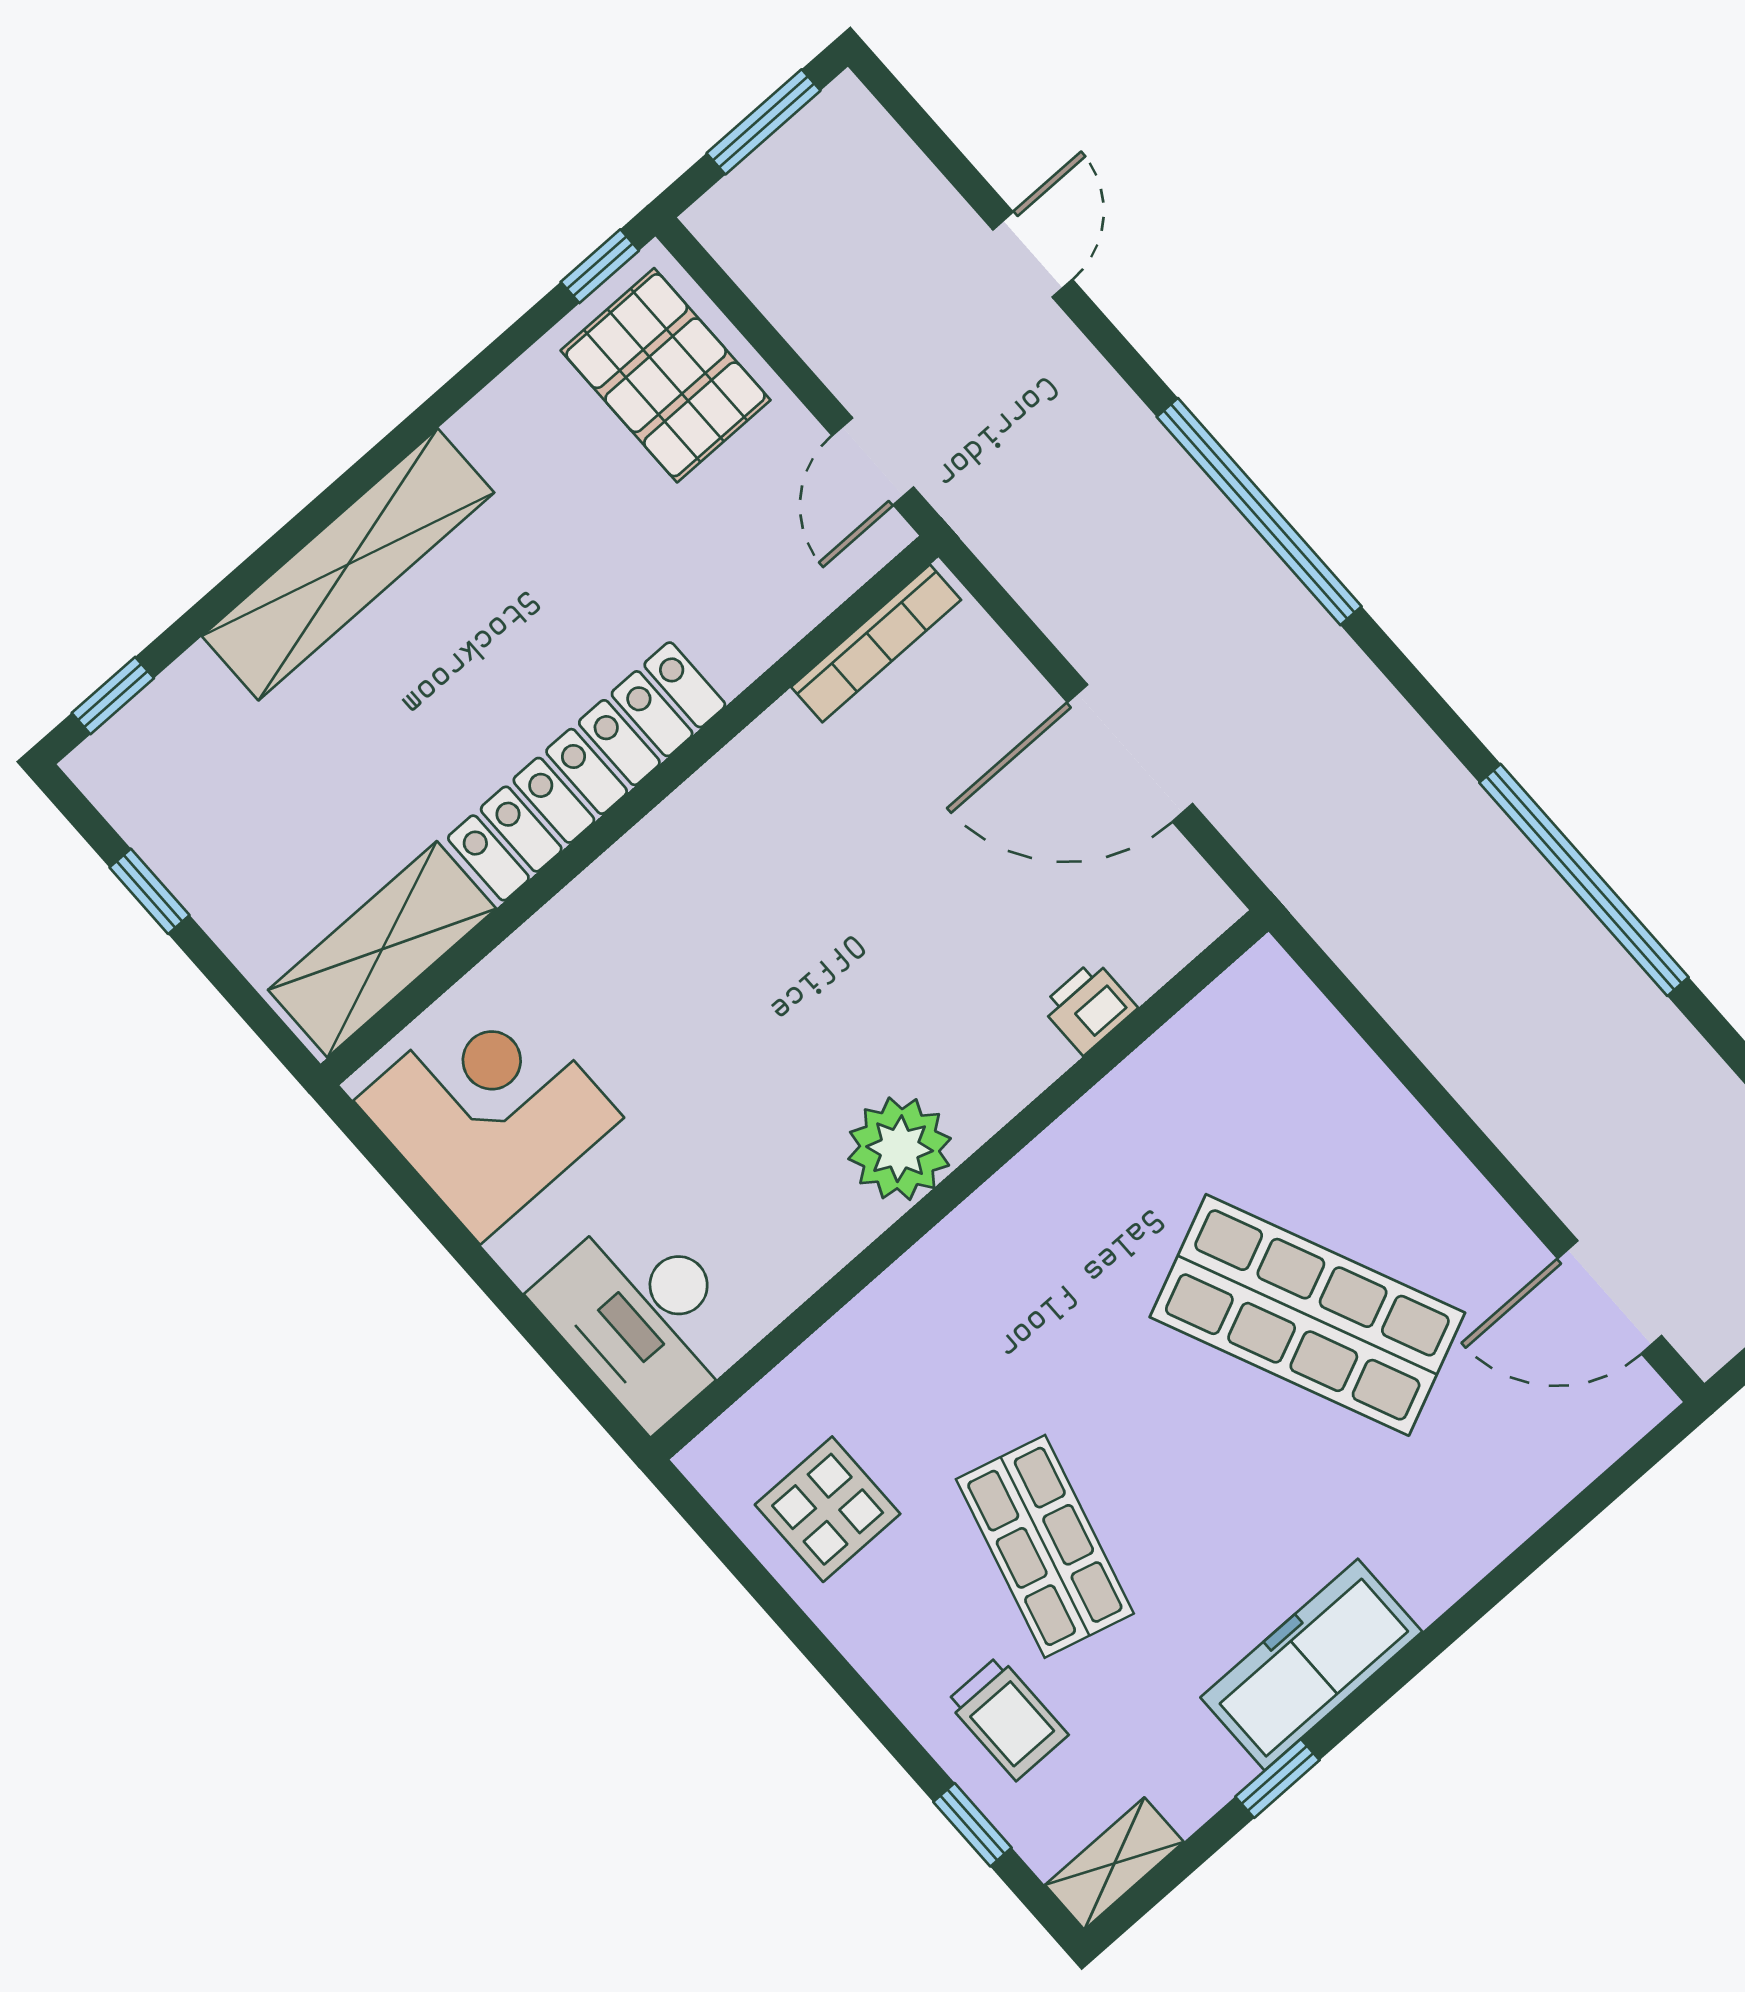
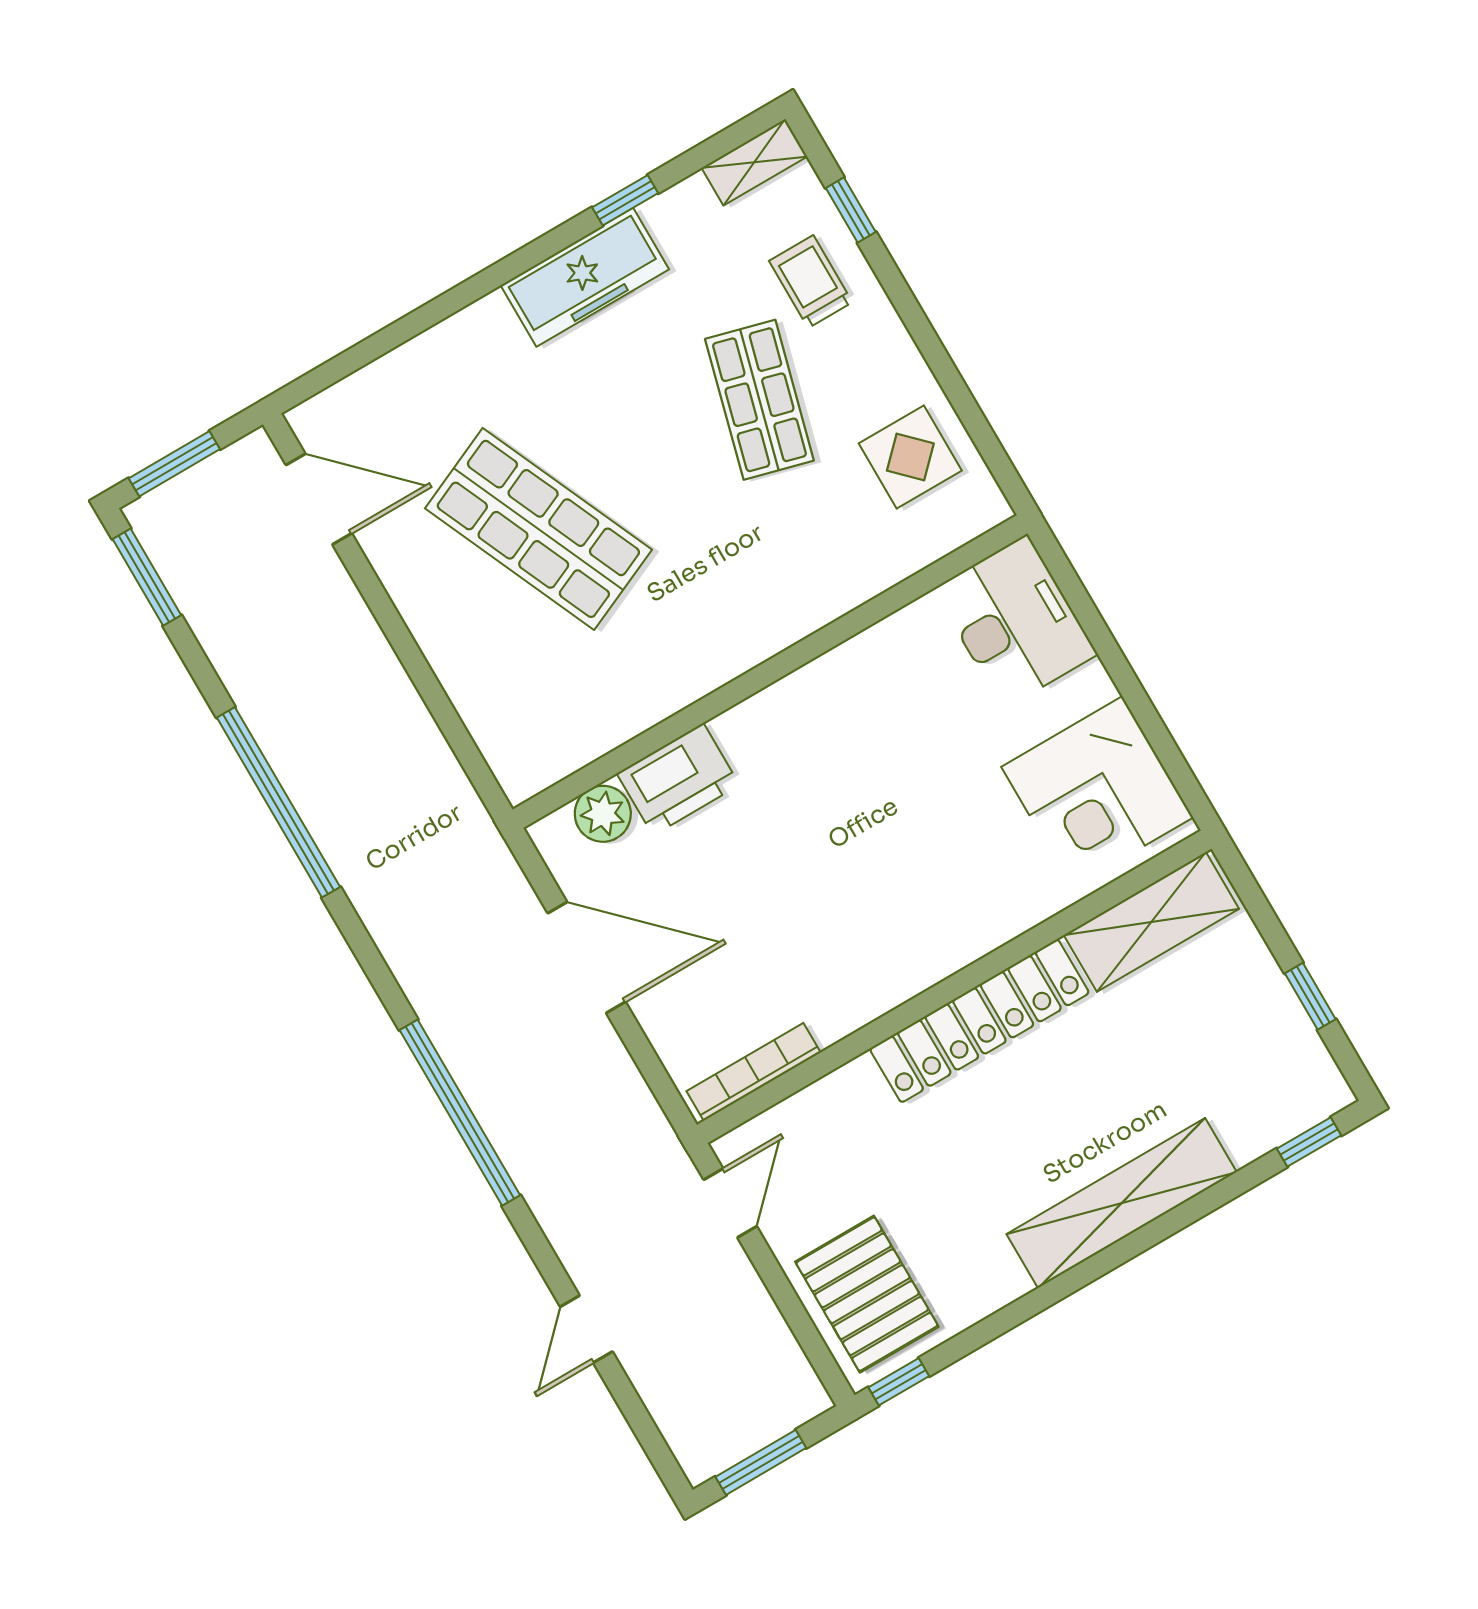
printer: (1089, 1007) -> (678, 779), width x1.87, depth x1.48
plant: (900, 1149) -> (603, 814), moved, width x0.73, depth x0.73

